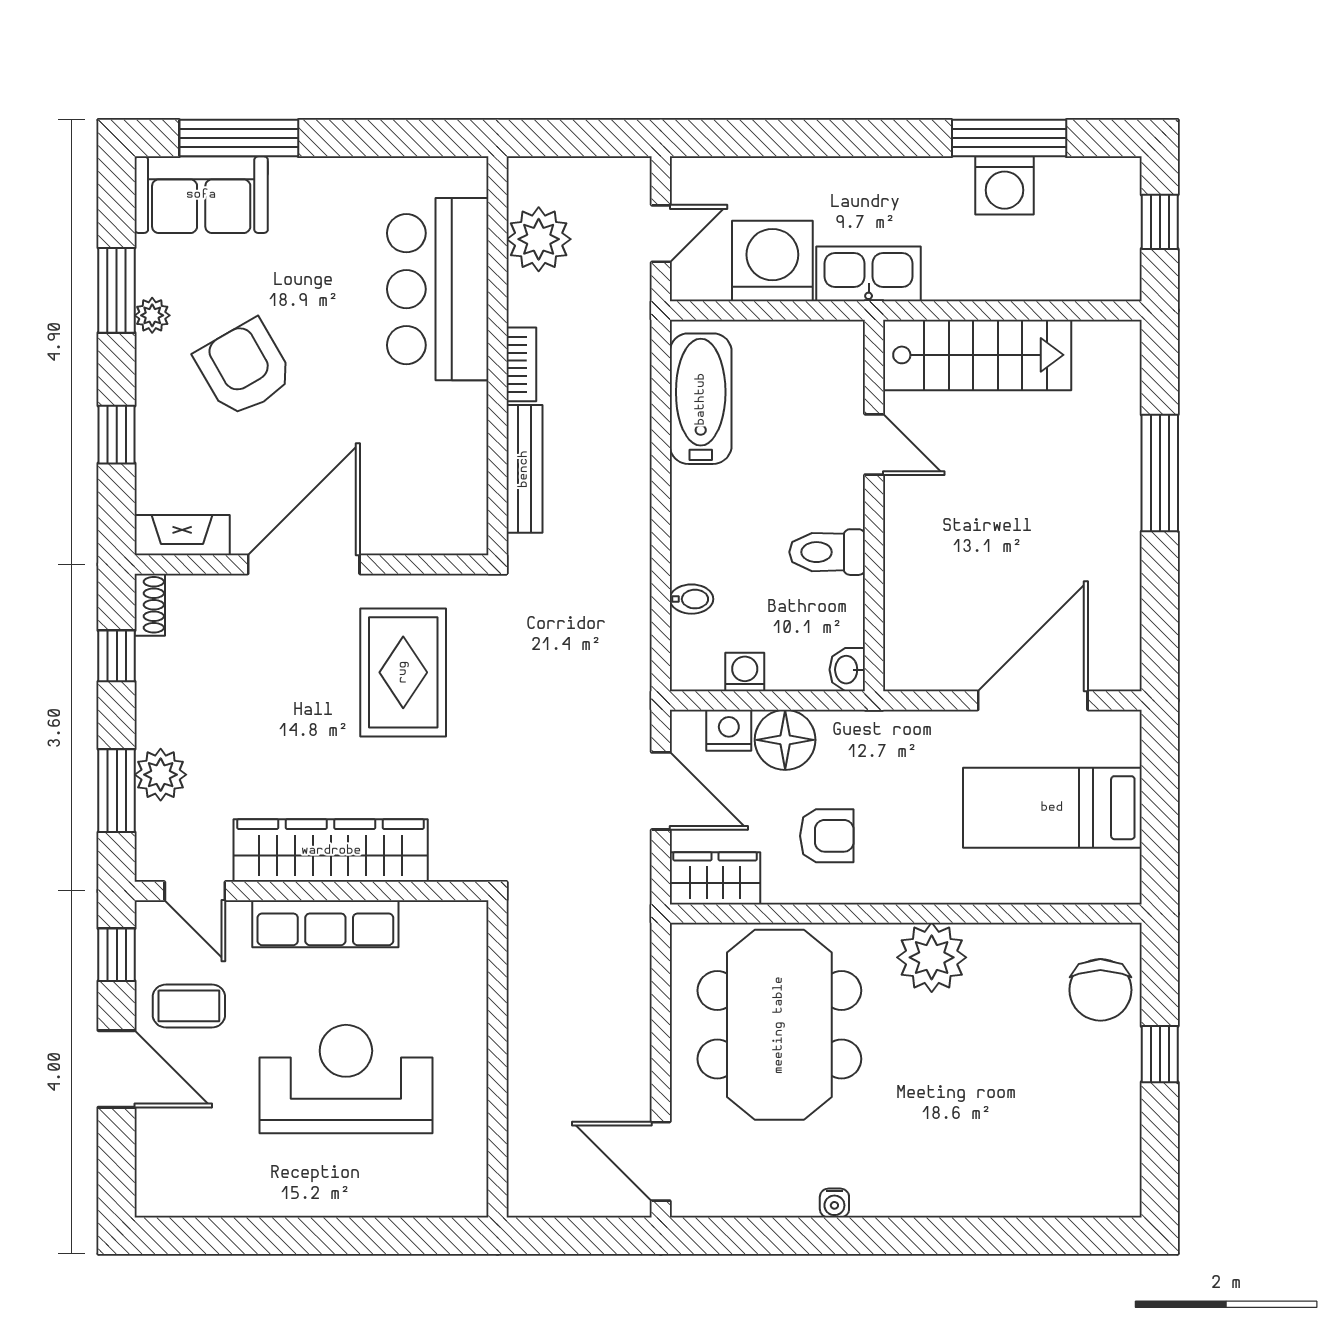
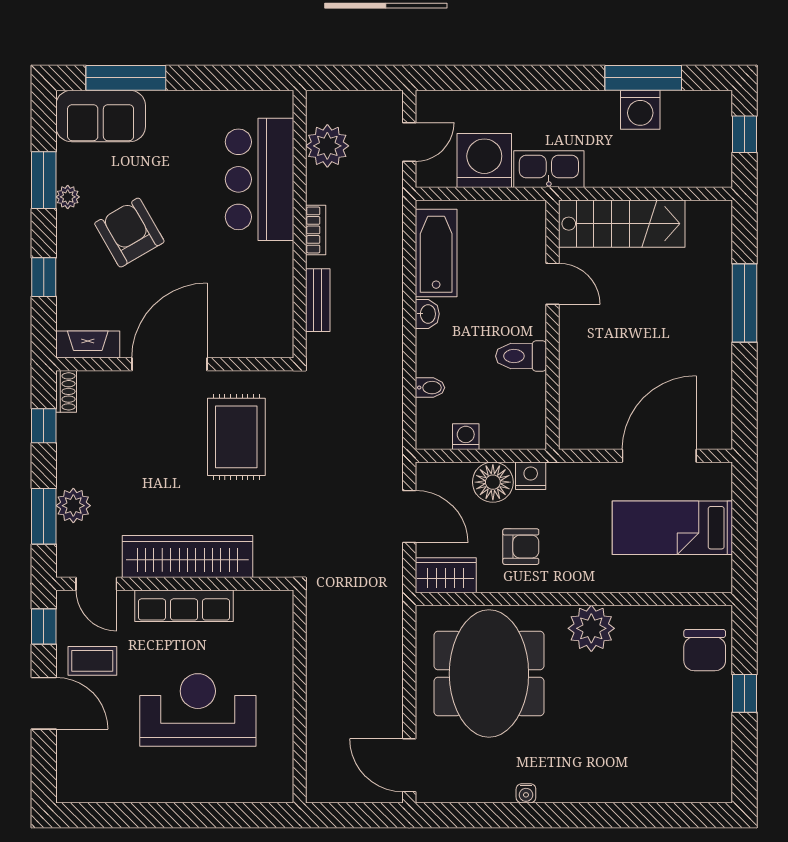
bench: (524, 469) -> (318, 300), width x0.73
washbasin: (847, 670) -> (427, 314), moved, turned 180
nightstand: (729, 730) -> (531, 476), moved

